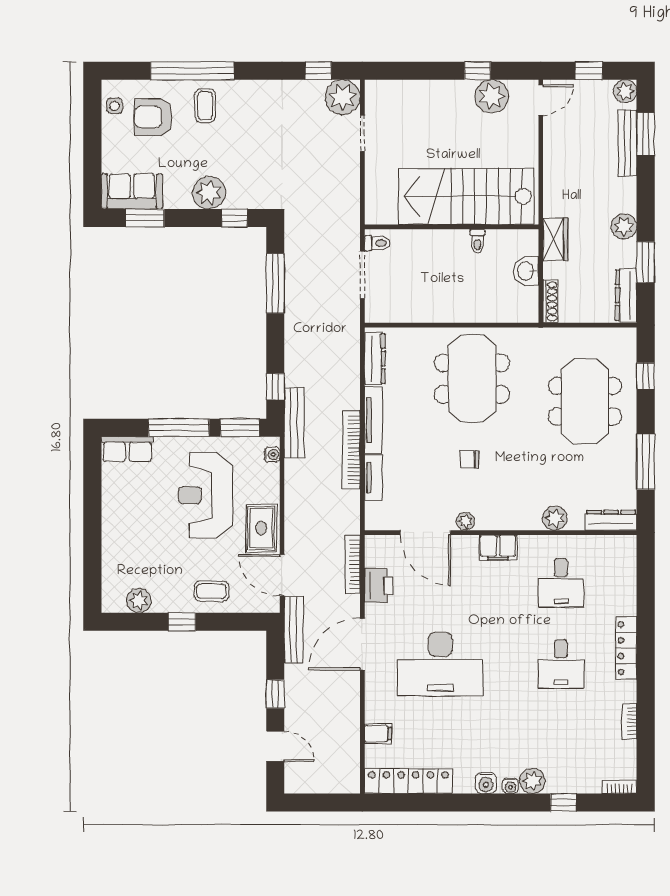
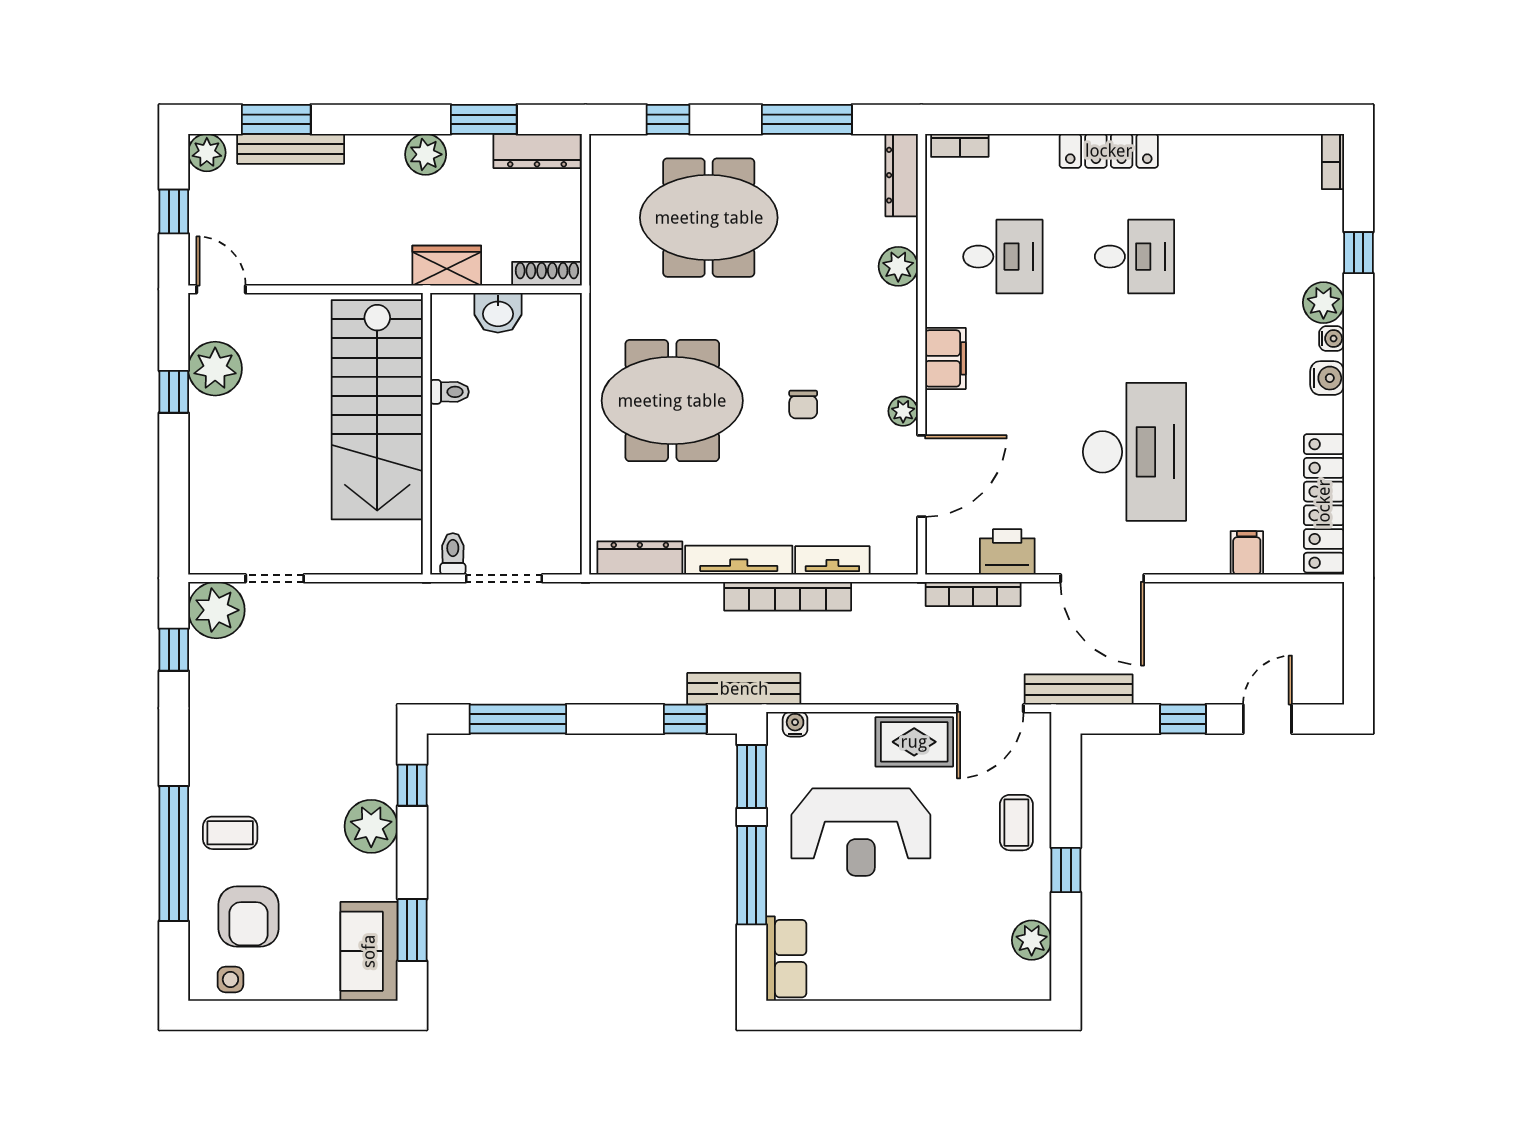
bookcase: (630, 721) -> (960, 145), moved

